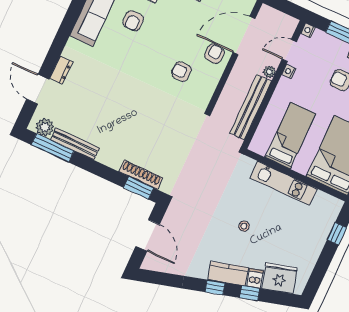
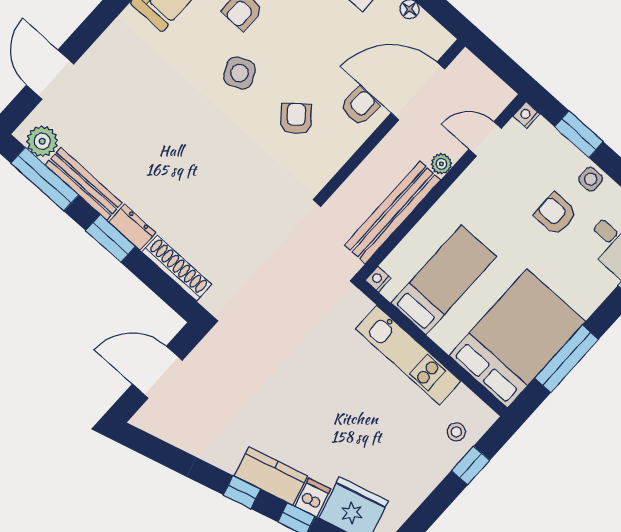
side table: (142, 56) -> (239, 73), added
dresser: (61, 70) -> (132, 227), moved, turned -90
nightstand: (289, 71) -> (378, 279), moved
armchair: (181, 72) -> (296, 119), turned 50
window: (139, 188) -> (110, 238), moved
stool: (244, 226) -> (456, 432), moved
door: (148, 235) -> (157, 372), swing flipped

